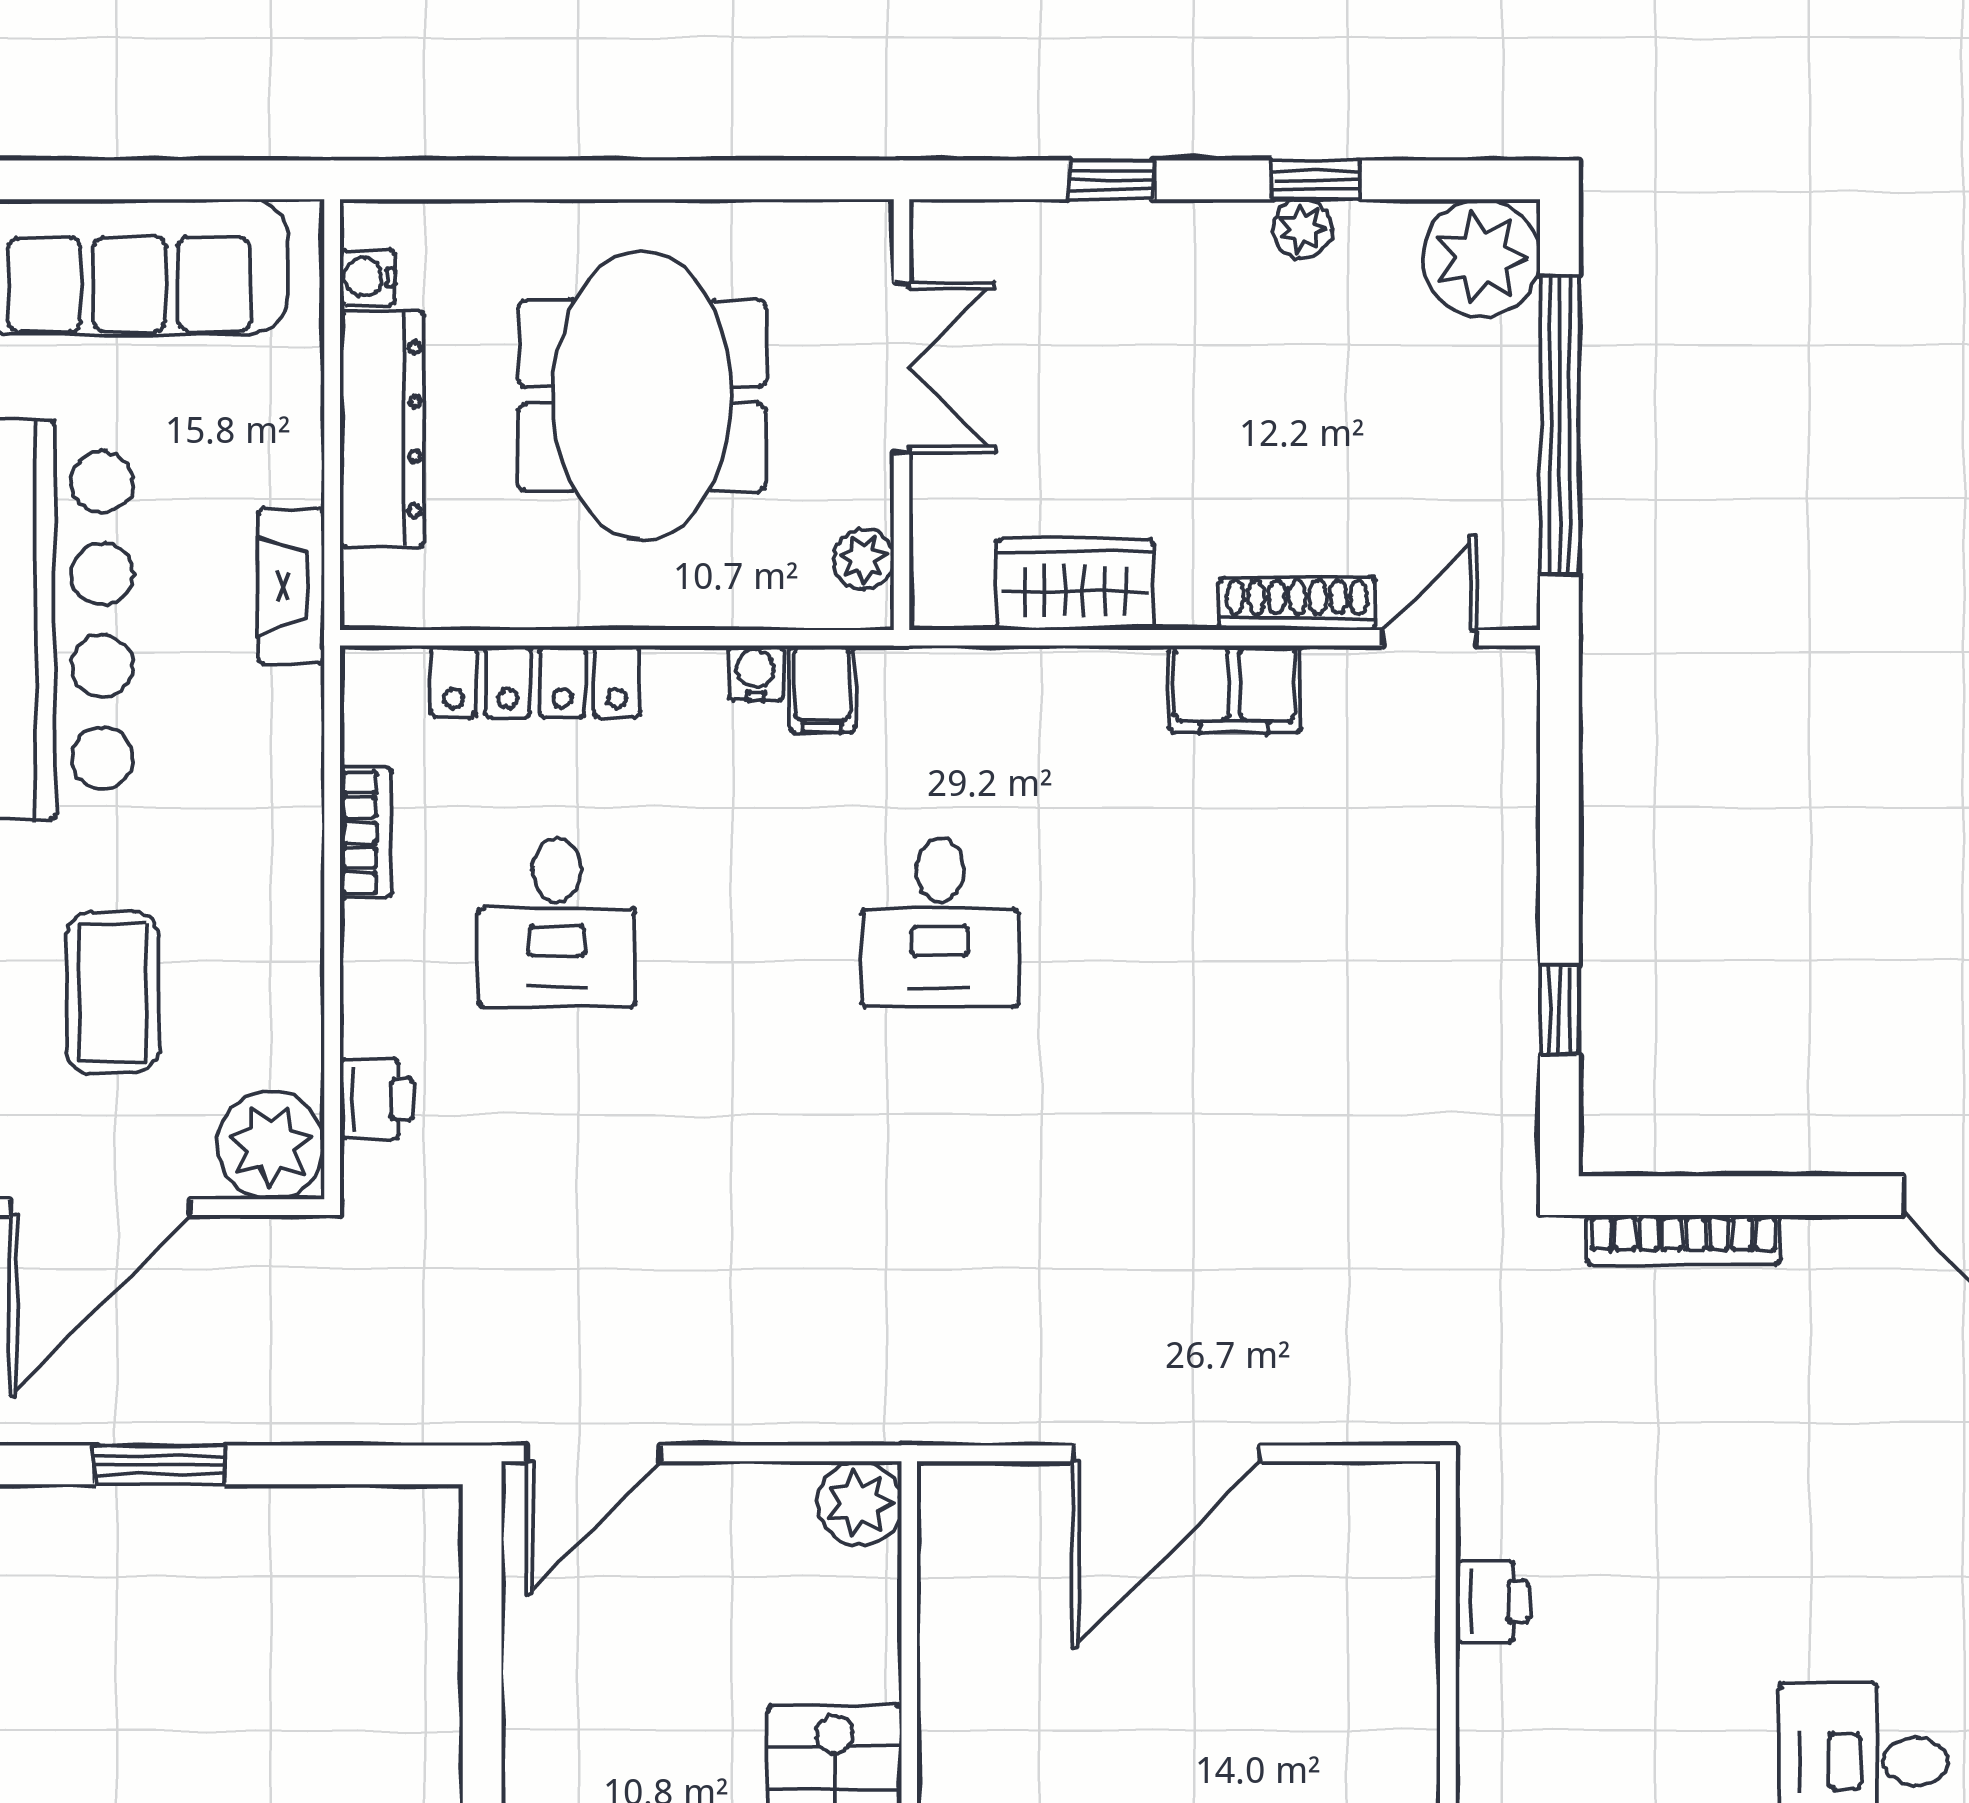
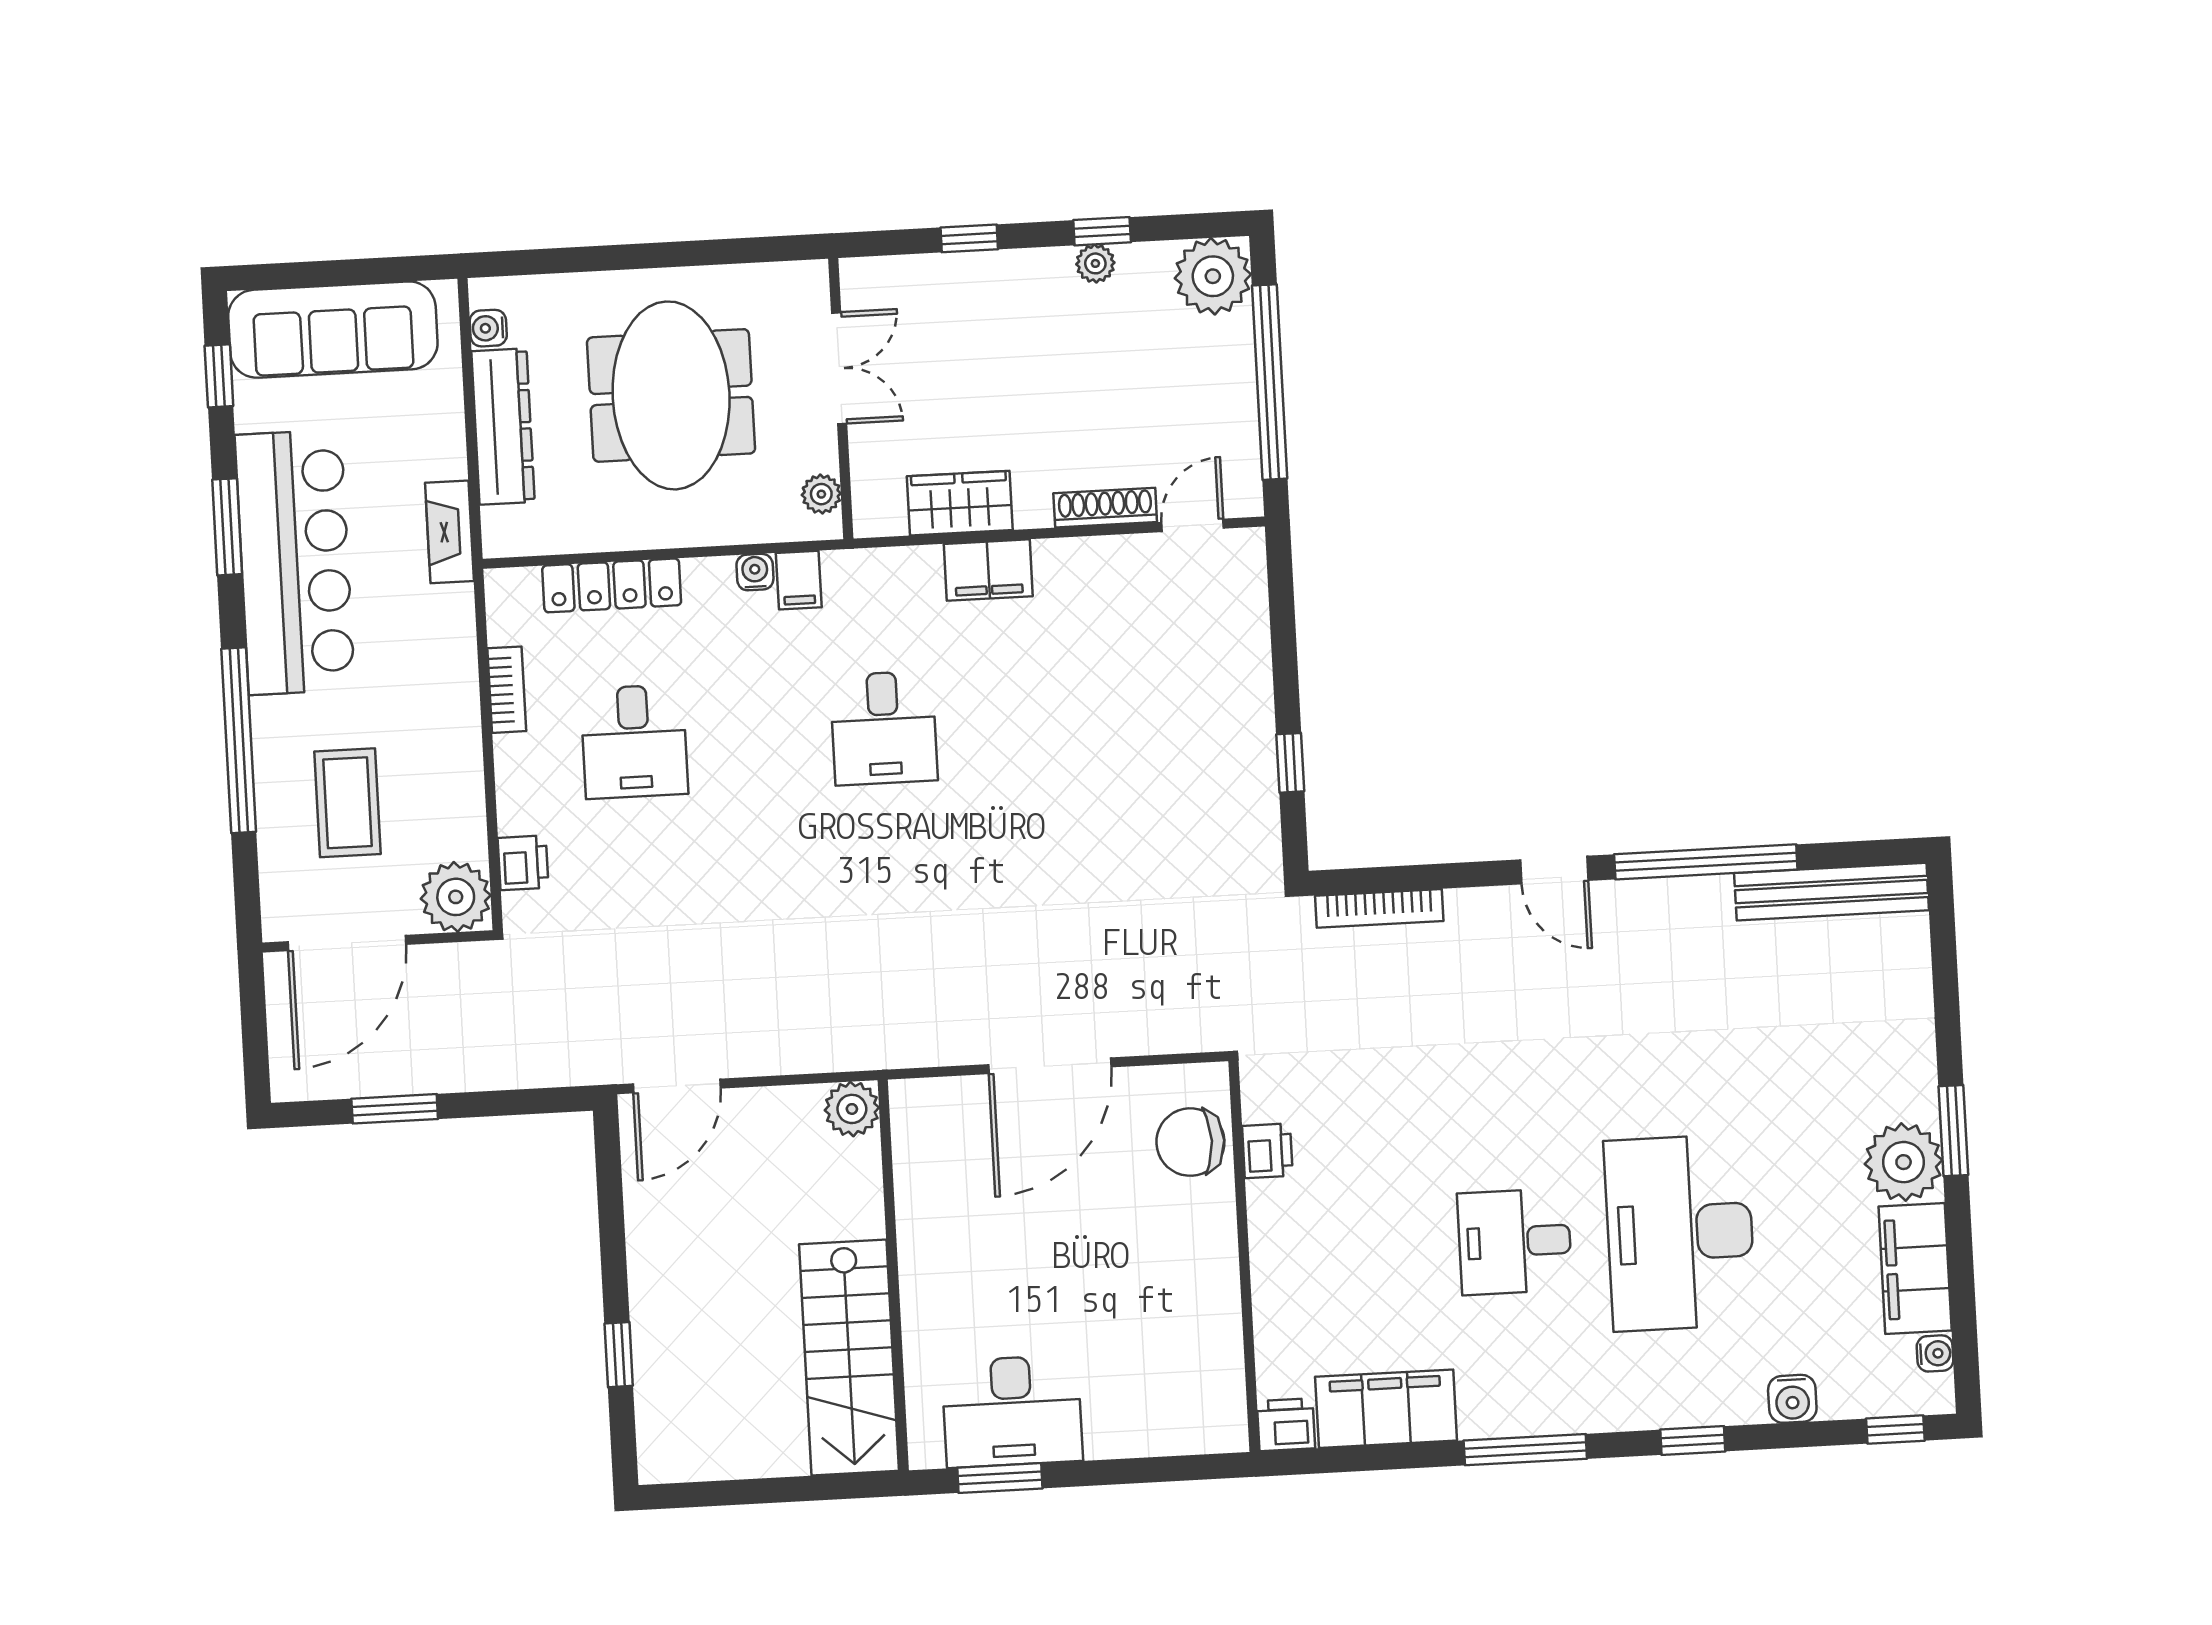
filing cabinet: (1234, 689) -> (988, 570), moved
chair: (1375, 1582) -> (1190, 1142), added

